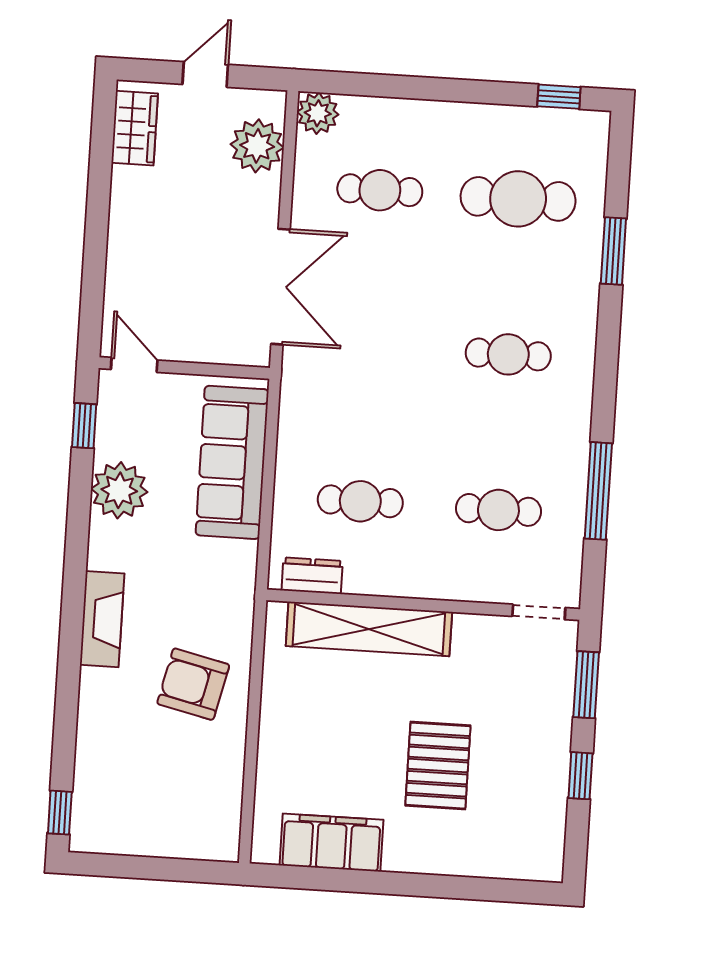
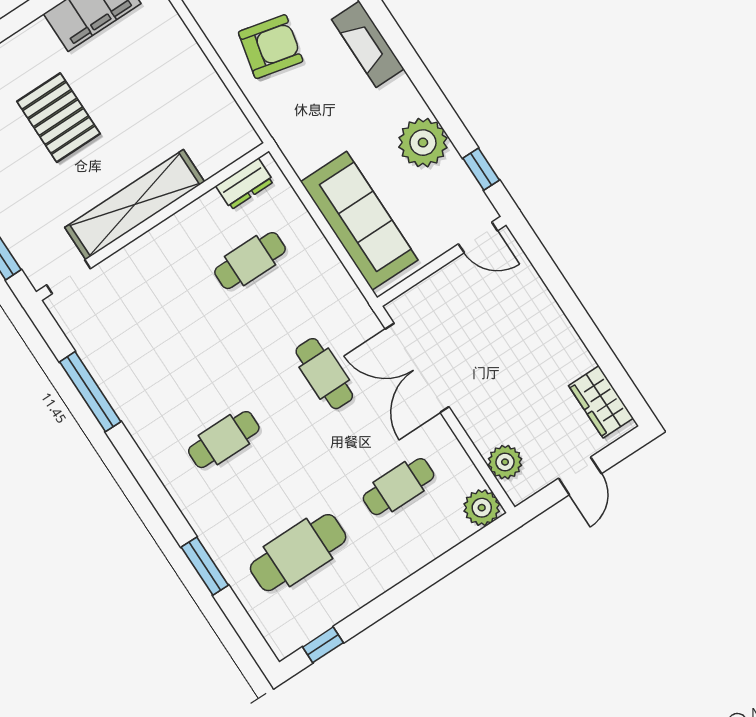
plant: (257, 146) -> (505, 462), width x0.73, depth x0.73
cafe table: (498, 510) -> (324, 374), moved, turned 90
shelving: (369, 629) -> (135, 205), moved

